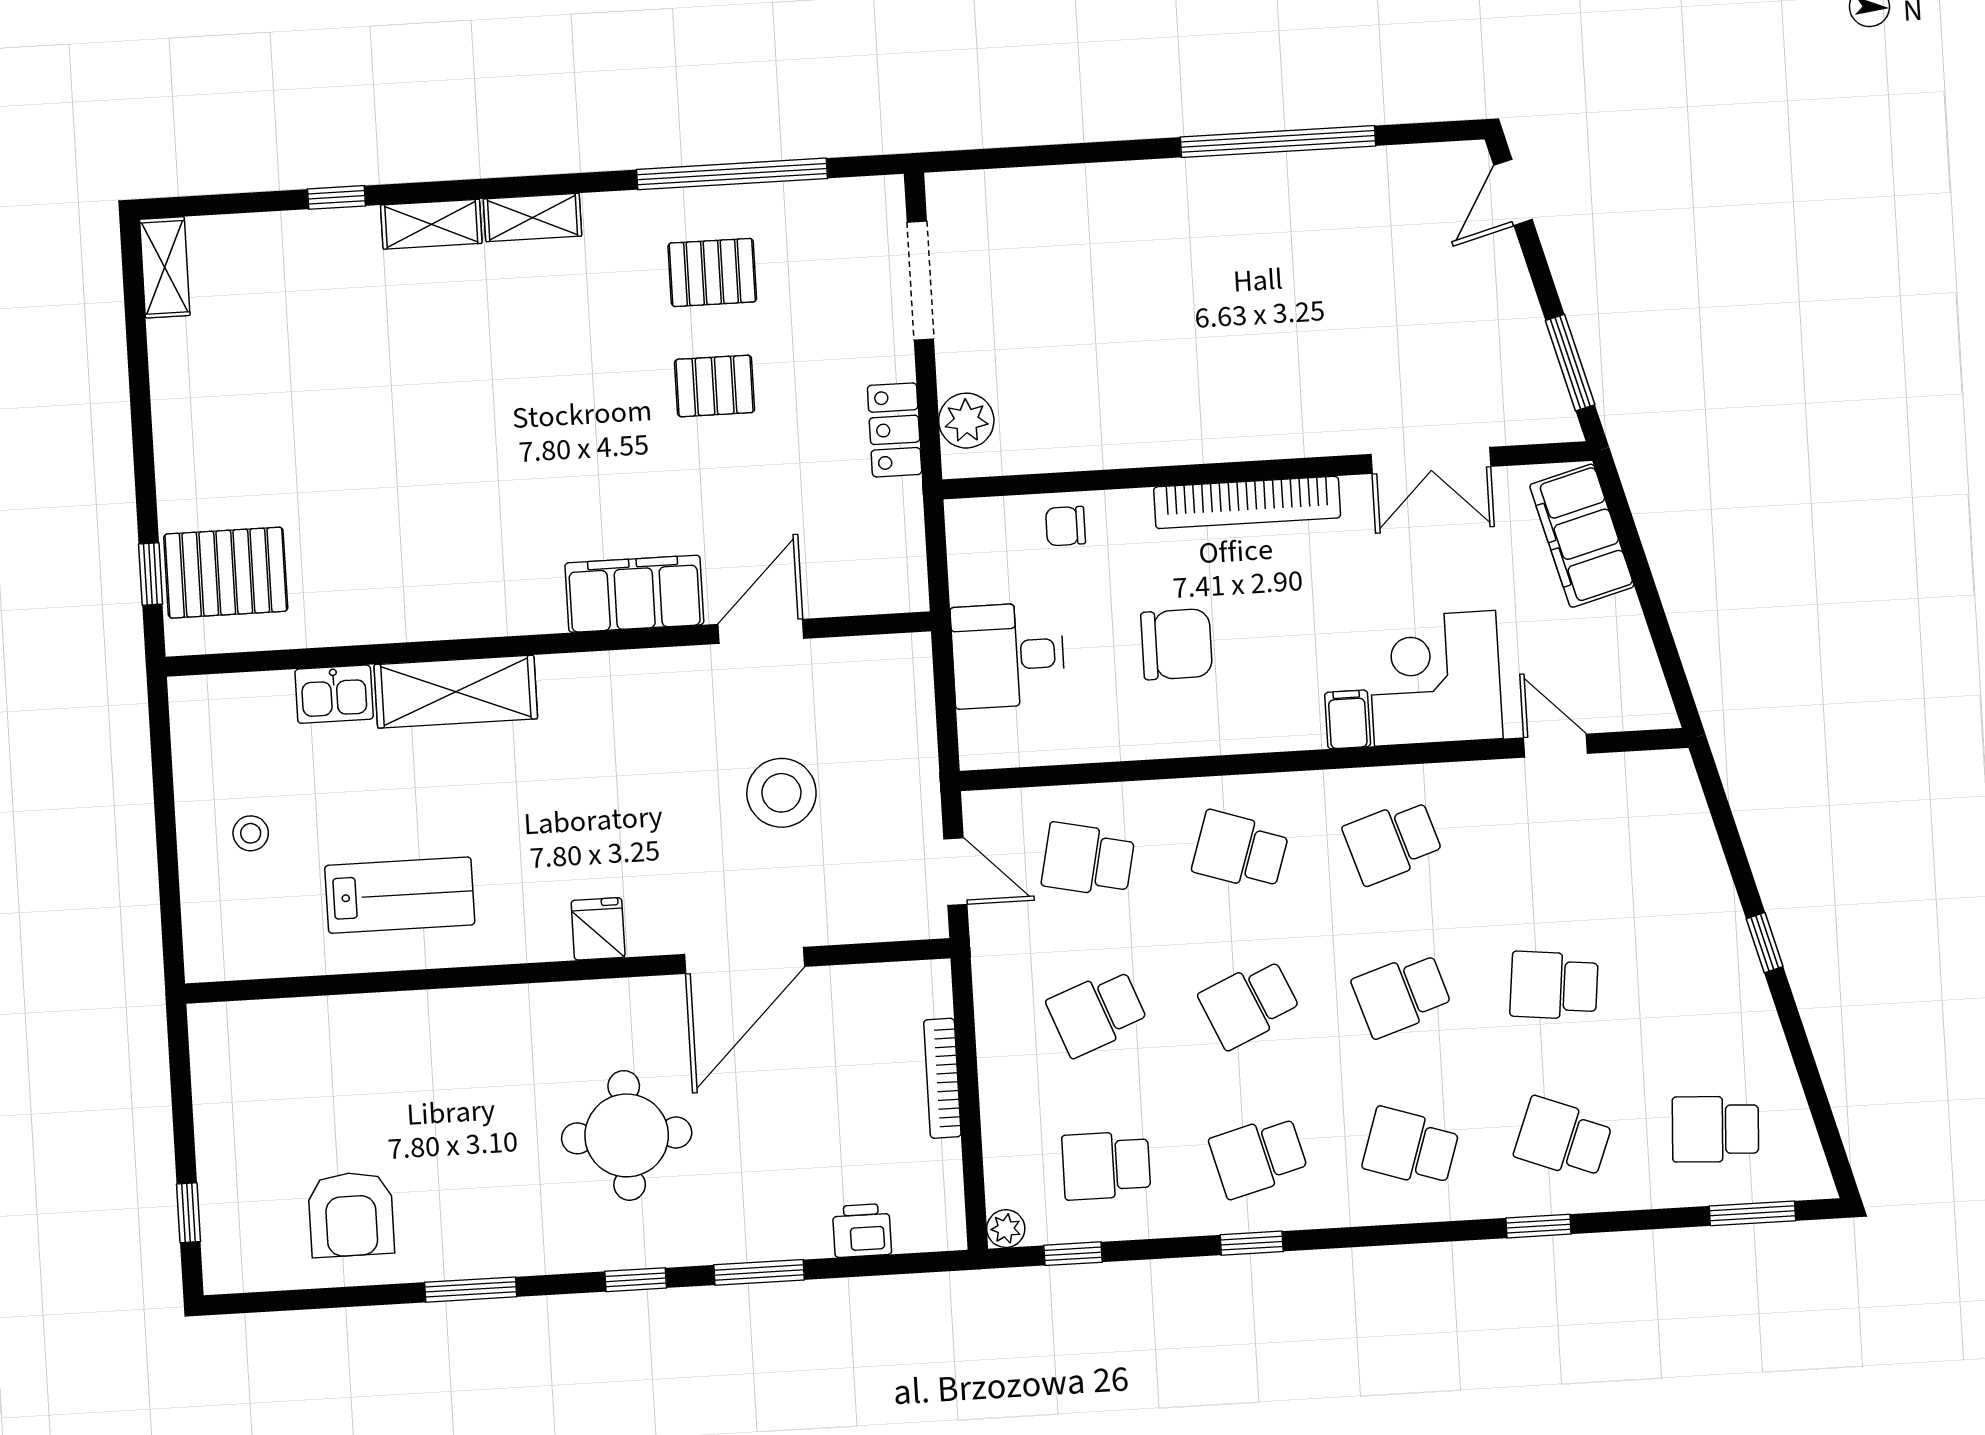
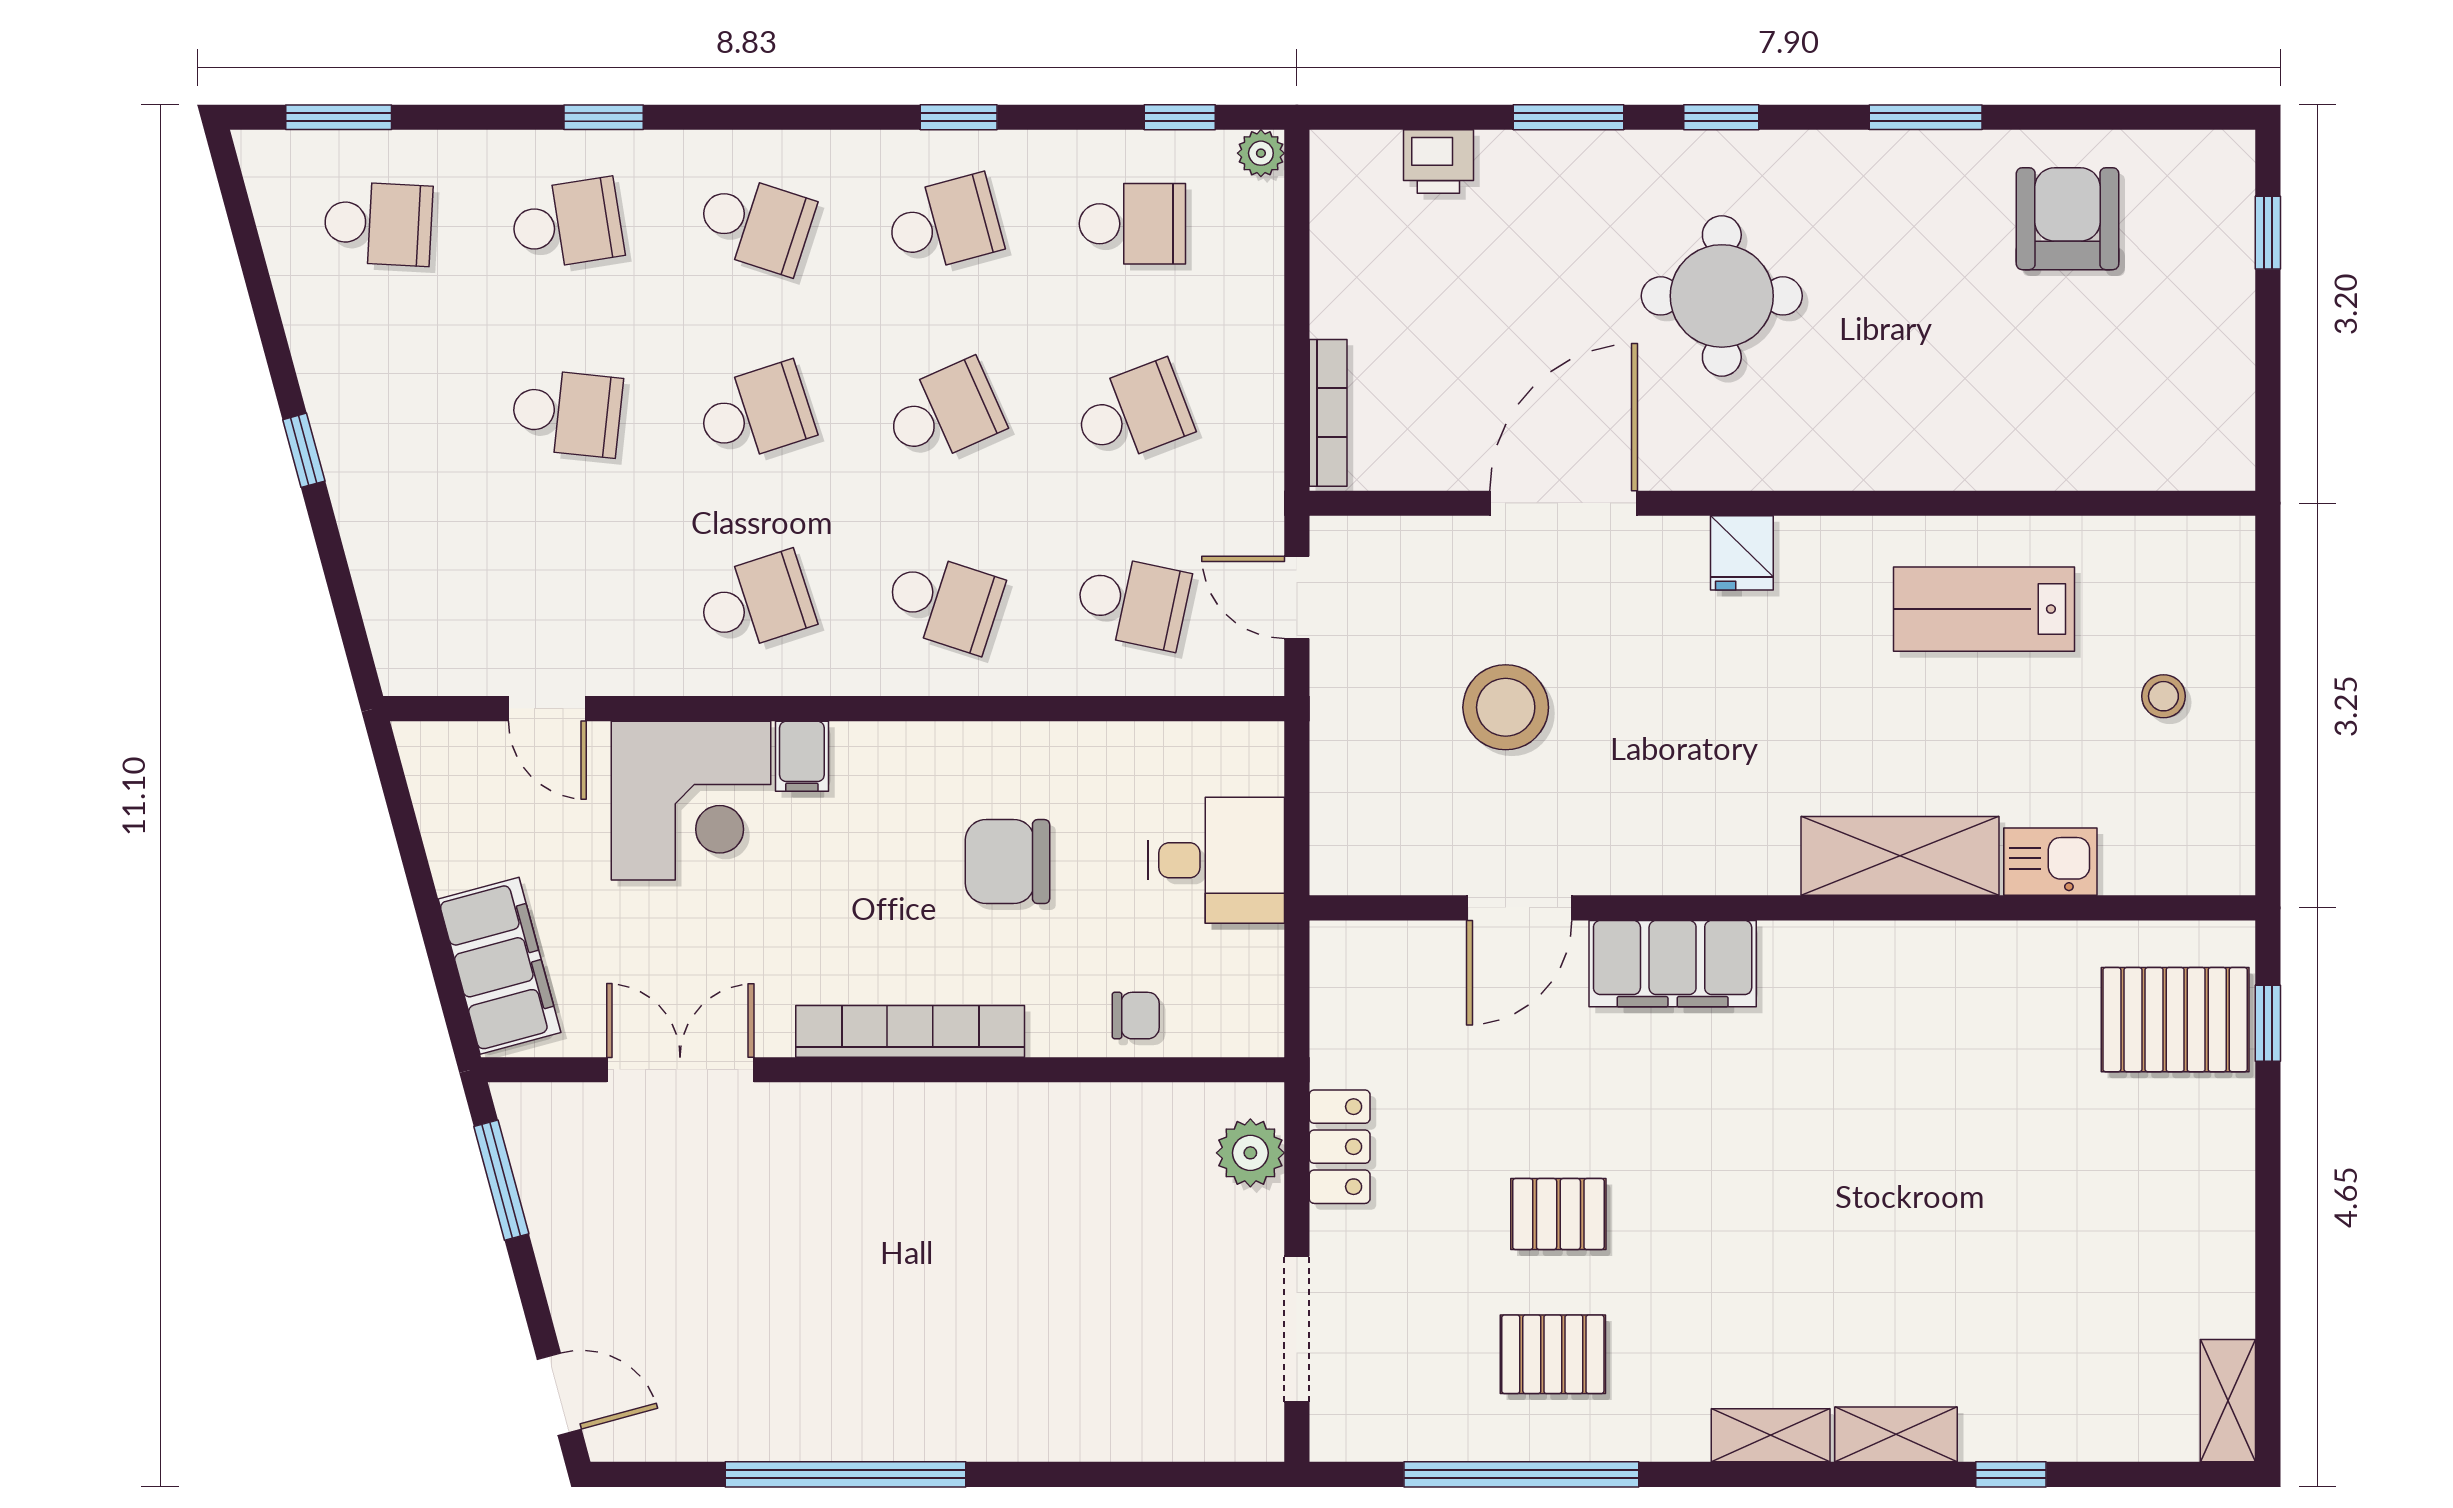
door: (1513, 192) -> (559, 1394), hinge flipped
bookcase: (942, 1078) -> (1328, 413), moved
school desk: (1563, 1138) -> (567, 224), turned -30

